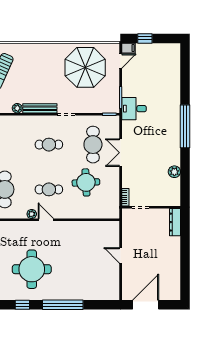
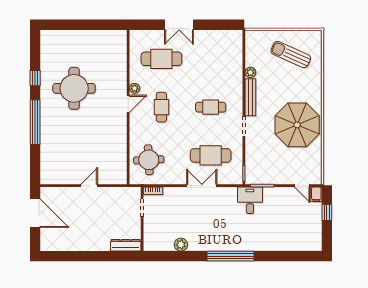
parasol: (85, 67) -> (297, 125), moved
cafe table: (49, 145) -> (211, 107), turned 90
round table: (86, 182) -> (149, 160), moved

